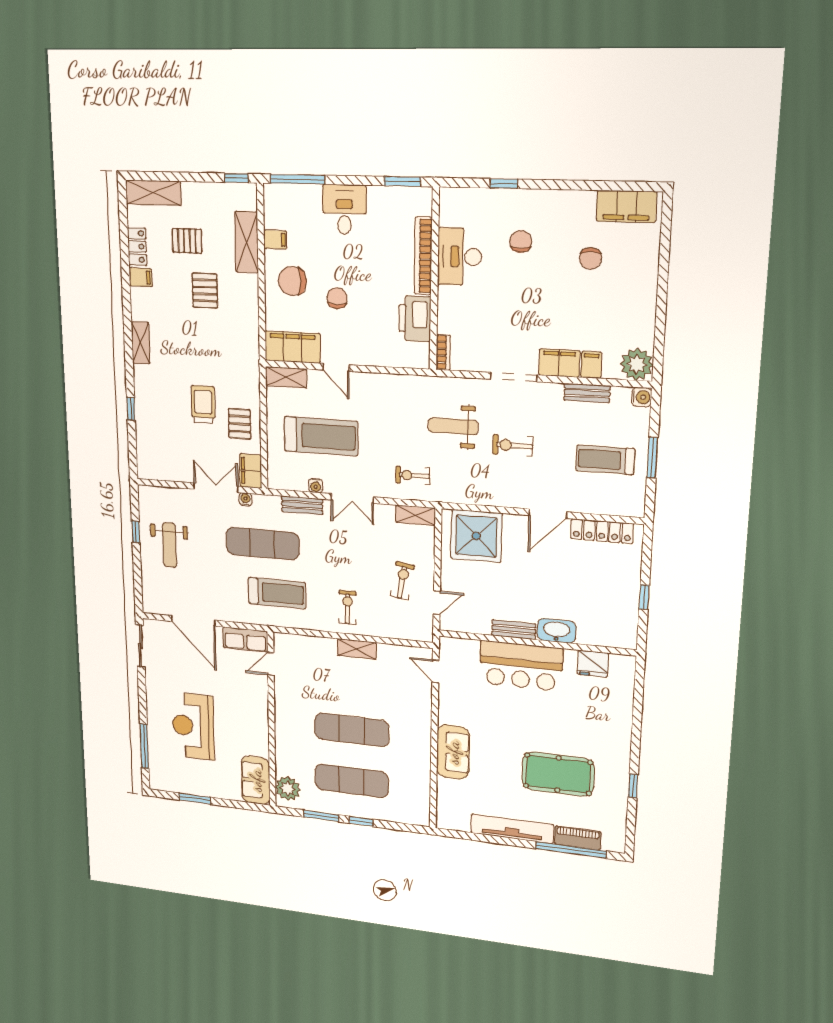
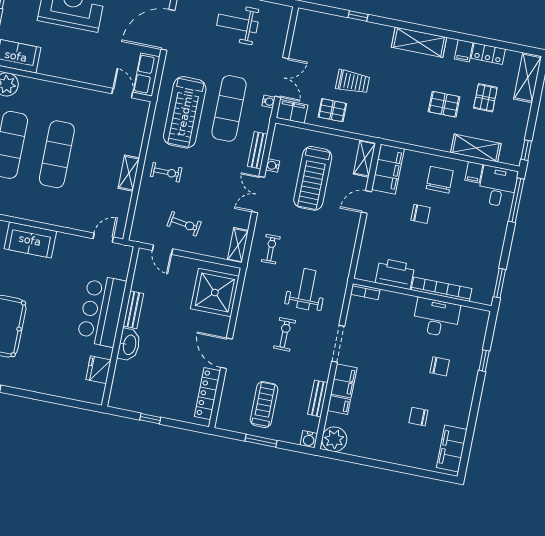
desk: (344, 210) -> (498, 187), moved, turned -90
shelving: (141, 343) -> (419, 42), width x1.50, depth x1.33
treadmill: (277, 593) -> (185, 112), width x1.37, depth x1.38

